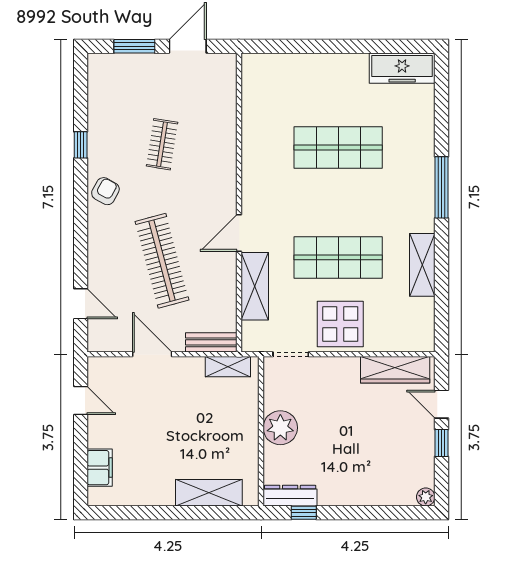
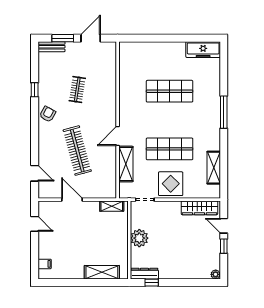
shelving: (422, 265) -> (214, 168), moved
bench: (211, 342) -> (51, 47), moved
filing cabinet: (100, 468) -> (45, 264), width x0.50

